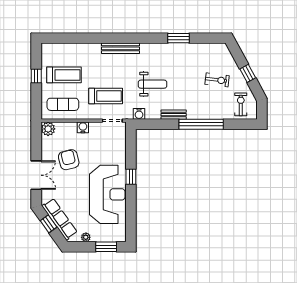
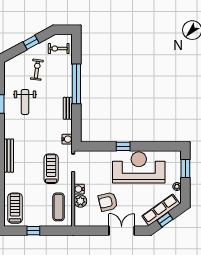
treadmill: (64, 75) -> (15, 208), moved
weight bench: (152, 84) -> (25, 102), moved, turned 180
plant: (48, 129) -> (80, 201), moved

